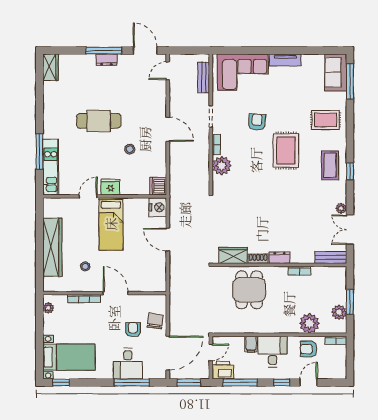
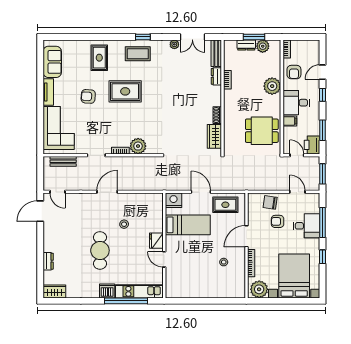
window: (104, 51) -> (40, 246), removed
dresser: (106, 60) -> (48, 261), moved
sofa: (336, 72) -> (52, 62), moved, turned -90
window: (350, 81) -> (66, 37), removed
armchair: (257, 122) -> (88, 96), moved
window: (39, 151) -> (126, 301), width x1.46
dishwasher: (158, 186) -> (107, 291), moved, turned 180
bed: (111, 224) -> (188, 225), moved
door: (168, 240) -> (201, 192), swing flipped
wardrobe: (52, 247) -> (207, 290), removed
dresser: (279, 258) -> (216, 76), moved
rug: (153, 268) -> (225, 205), added
dining table: (249, 290) -> (262, 131), moved
dresser: (340, 293) -> (246, 45), added
plant: (48, 308) -> (259, 289), width x1.87, depth x1.87
plant: (309, 323) -> (272, 86), moved
door: (168, 353) -> (297, 192), width x0.53
bed with nightstands: (69, 357) -> (294, 276), width x1.36
window: (61, 382) -> (322, 257), moved
window: (240, 382) -> (322, 130), width x0.69
door: (309, 382) -> (322, 72), hinge flipped

